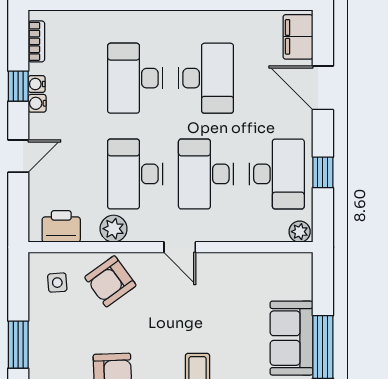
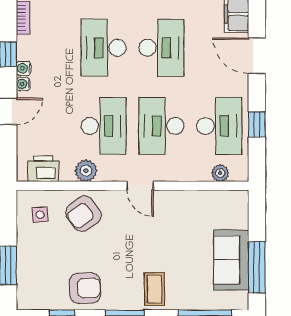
water cooler: (37, 84) -> (23, 84), moved
desk: (135, 174) -> (104, 126), turned 180
plant: (300, 232) -> (220, 173), moved

